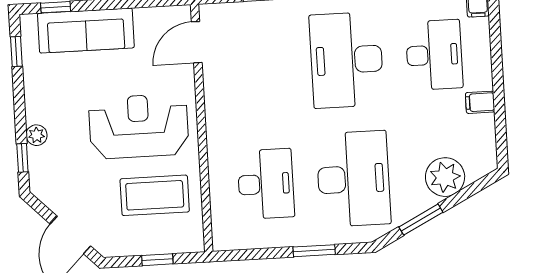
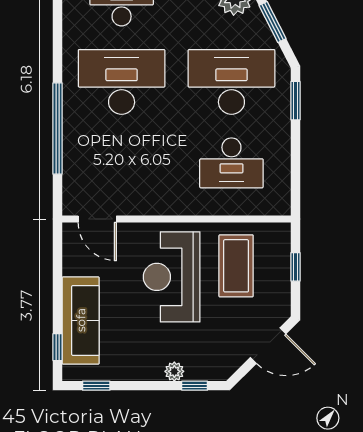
desk: (347, 60) -> (122, 82), turned 180
desk: (266, 184) -> (231, 163), turned 180
window: (314, 251) -> (295, 101), moved

